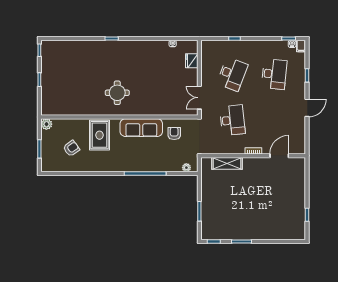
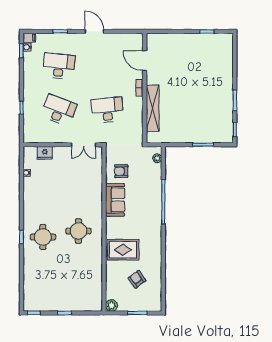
round table: (112, 59) -> (43, 237), added
sofa: (141, 128) -> (115, 200), width x0.73
shelving: (227, 163) -> (153, 108), width x1.47

